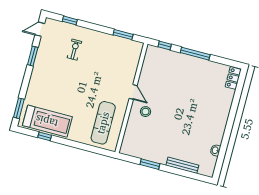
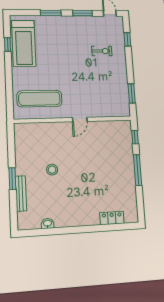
locker: (233, 78) -> (112, 218), moved
window: (19, 108) -> (51, 13), moved
stool: (145, 112) -> (52, 170), moved
window: (150, 164) -> (12, 179), moved

